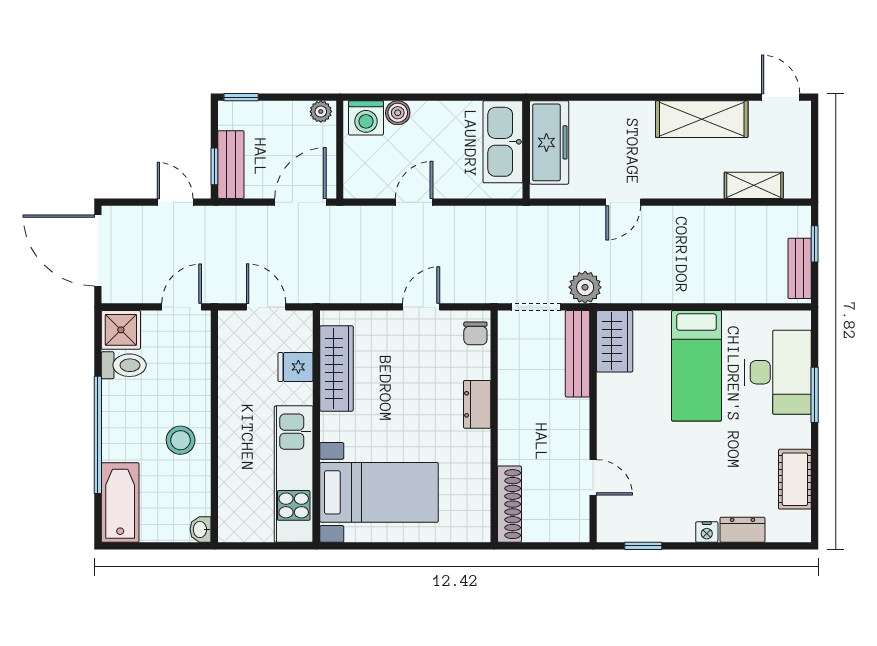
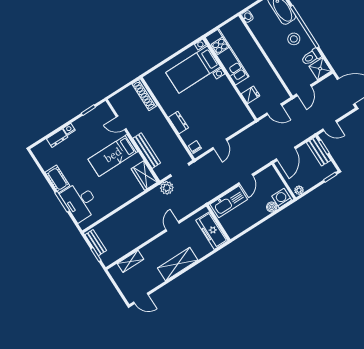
shelving: (702, 119) -> (178, 264), moved
kitchen sink: (503, 142) -> (229, 202), moved, turned 90
bench: (578, 354) -> (147, 151), moved
bed: (697, 366) -> (113, 155), moved, turned -90
wardrobe: (336, 368) -> (236, 104), removed
stool: (181, 440) -> (294, 39), moved
cot: (795, 479) -> (57, 179), moved

